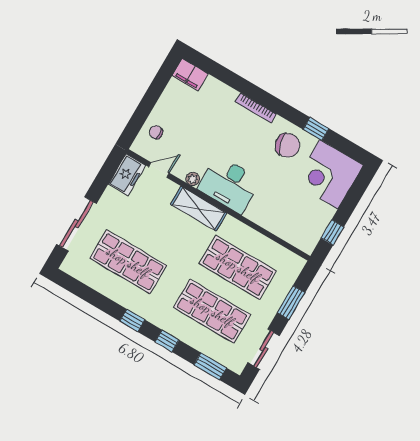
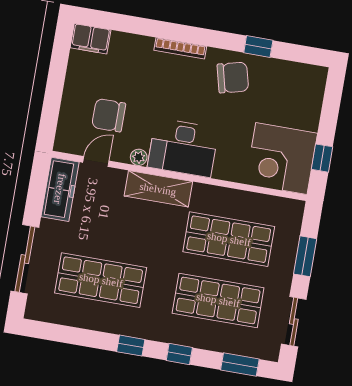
chair: (156, 132) -> (109, 115), moved, width x1.87, depth x1.87
corner desk: (329, 174) -> (281, 159), moved
freezer: (127, 175) -> (60, 189), width x1.40

